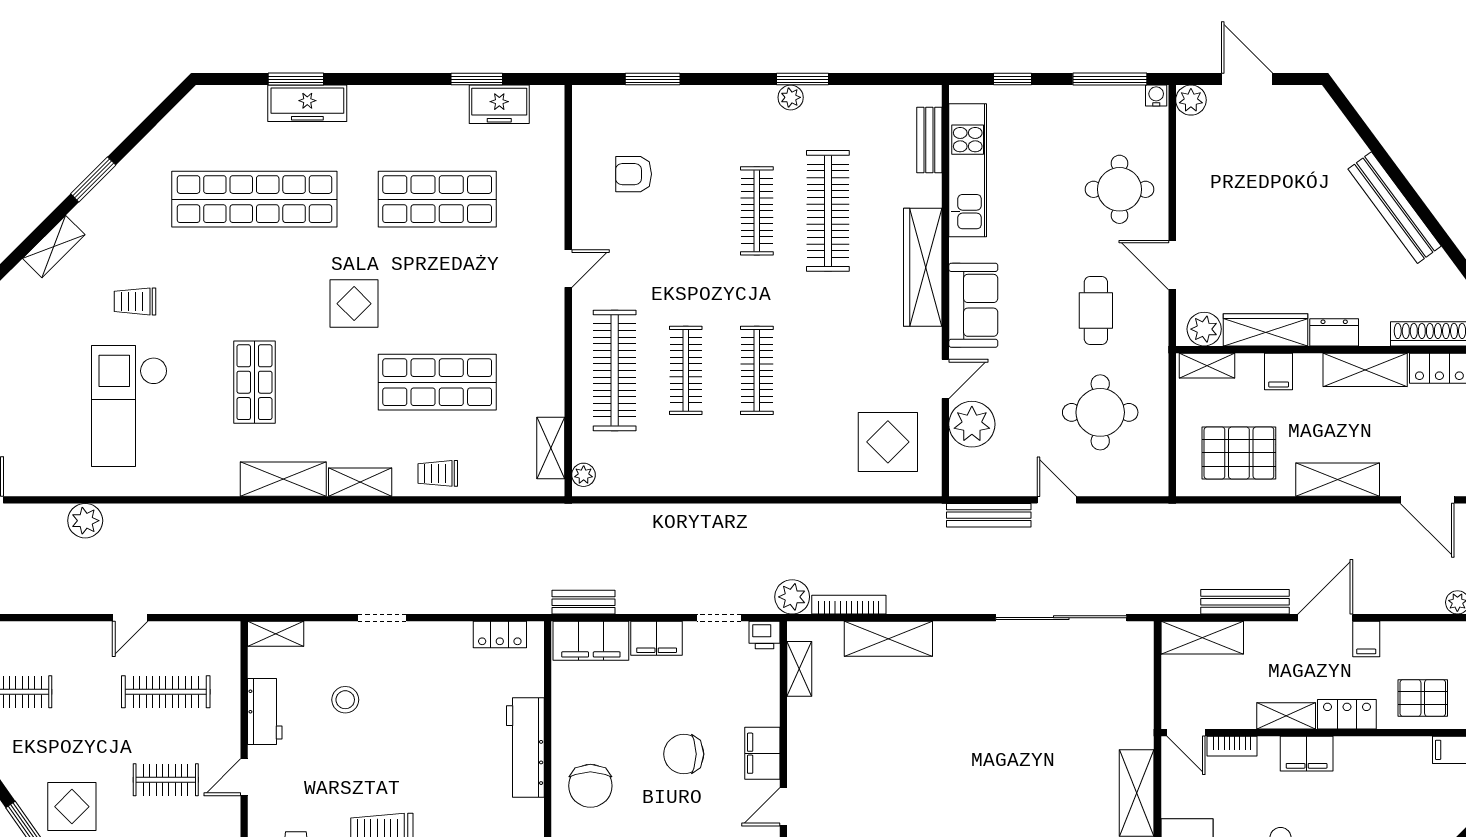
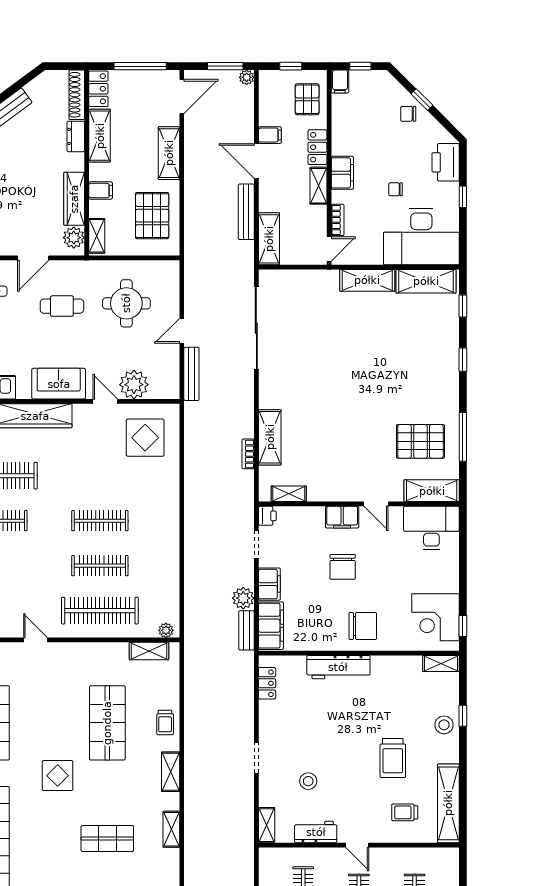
dresser: (1334, 332) -> (76, 136), moved
shelving: (283, 479) -> (171, 829), width x0.67, depth x0.75
plant: (792, 597) -> (243, 598), moved
bookcase: (849, 605) -> (248, 454), width x0.64

